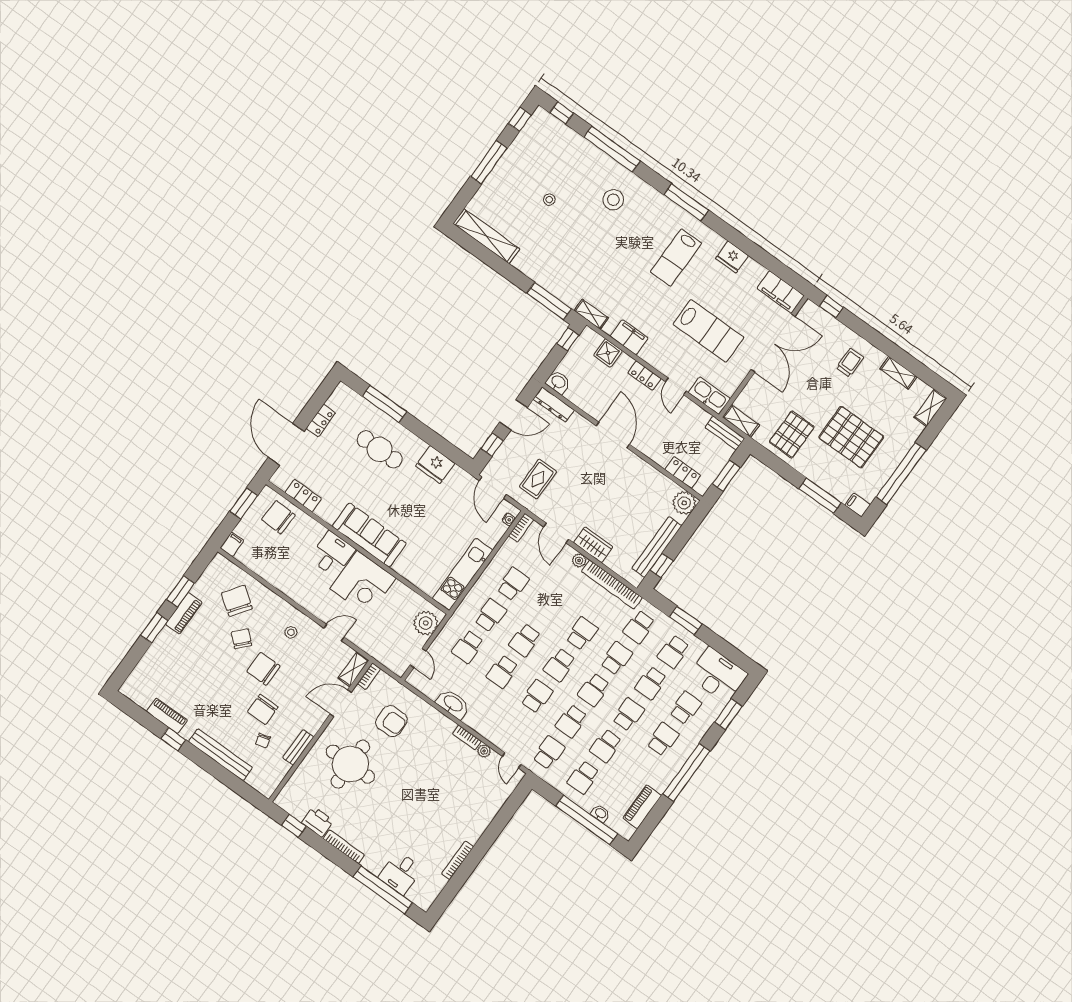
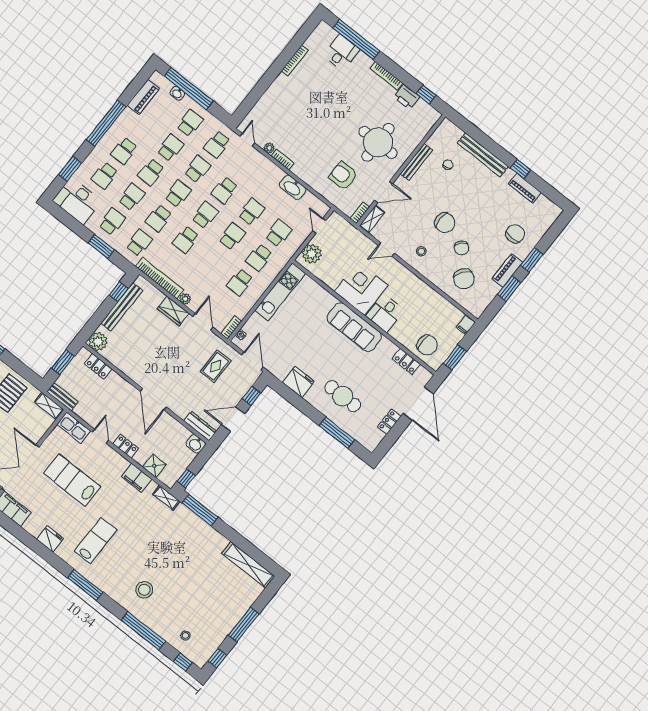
stool: (549, 200) -> (185, 636), moved
chair: (263, 709) -> (515, 234), moved
bench: (298, 747) -> (416, 162), width x1.36

